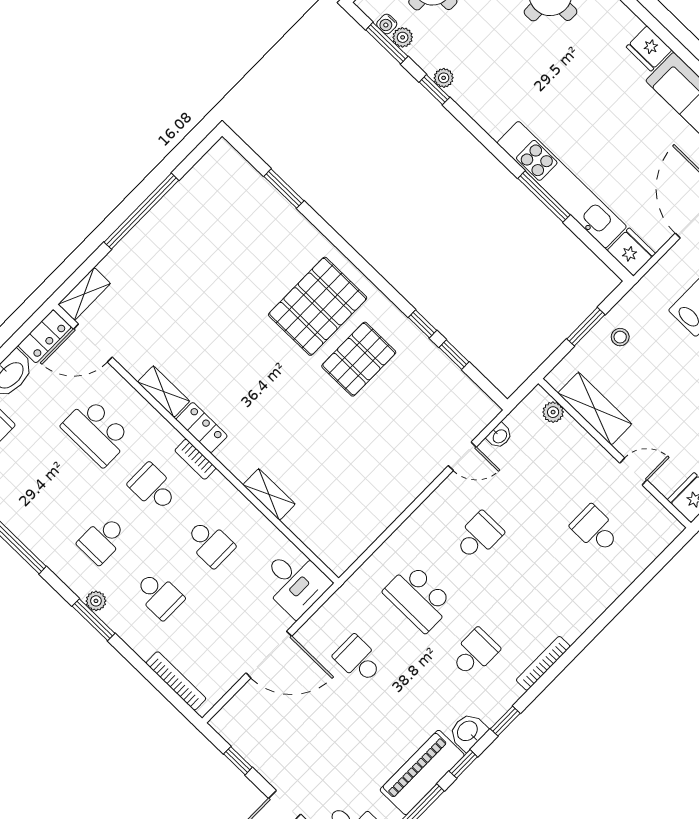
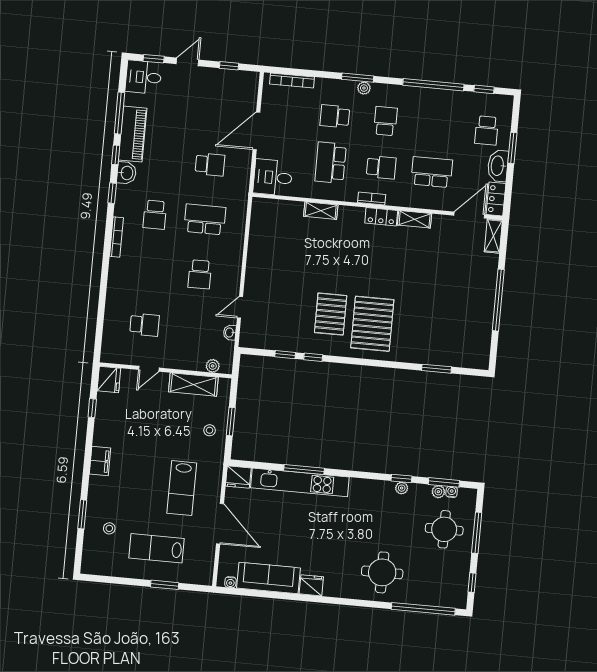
school desk: (210, 543) -> (331, 163), width x1.85

